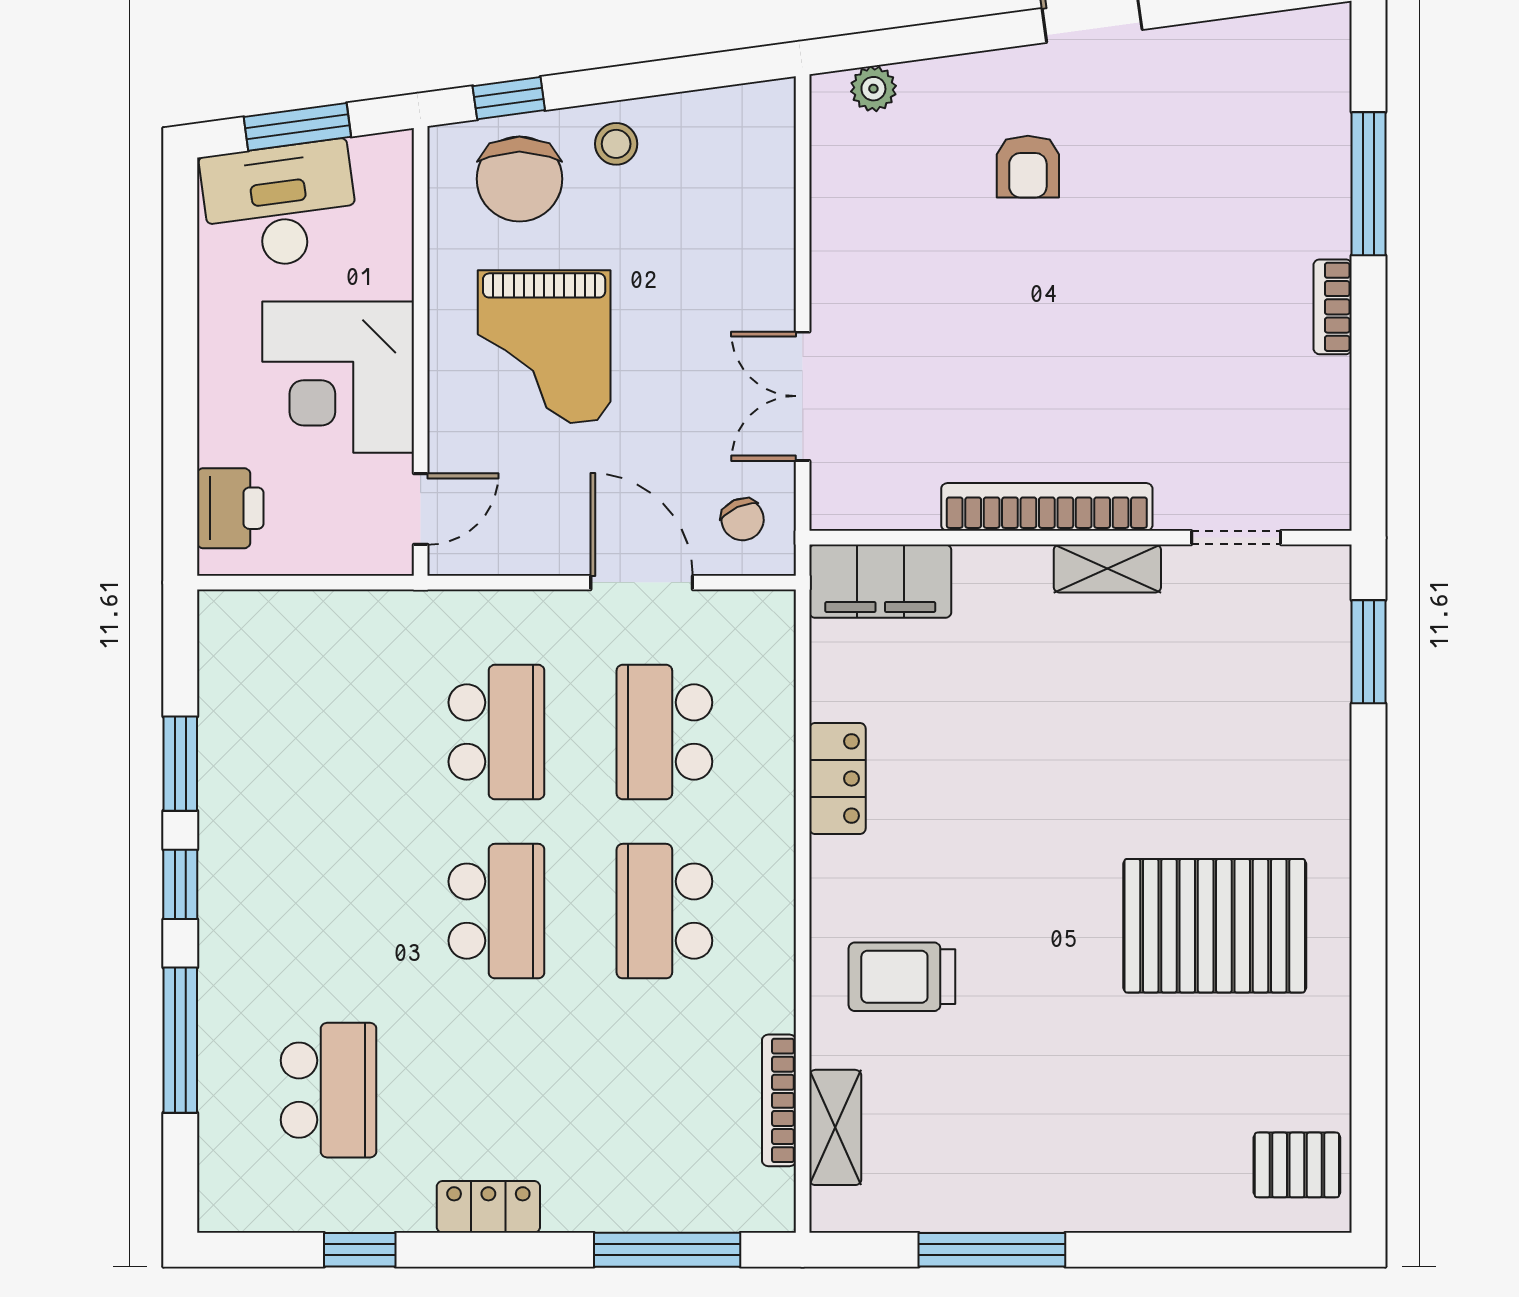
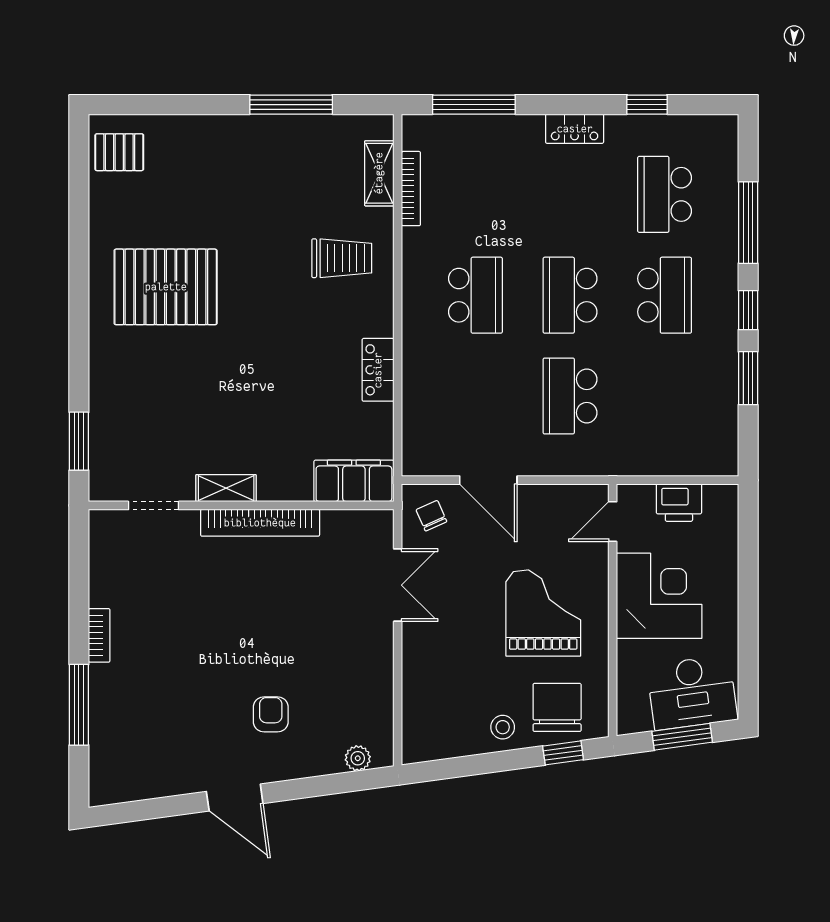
printer: (230, 508) -> (679, 503), moved, turned -90
school desk: (664, 732) -> (665, 295), moved

